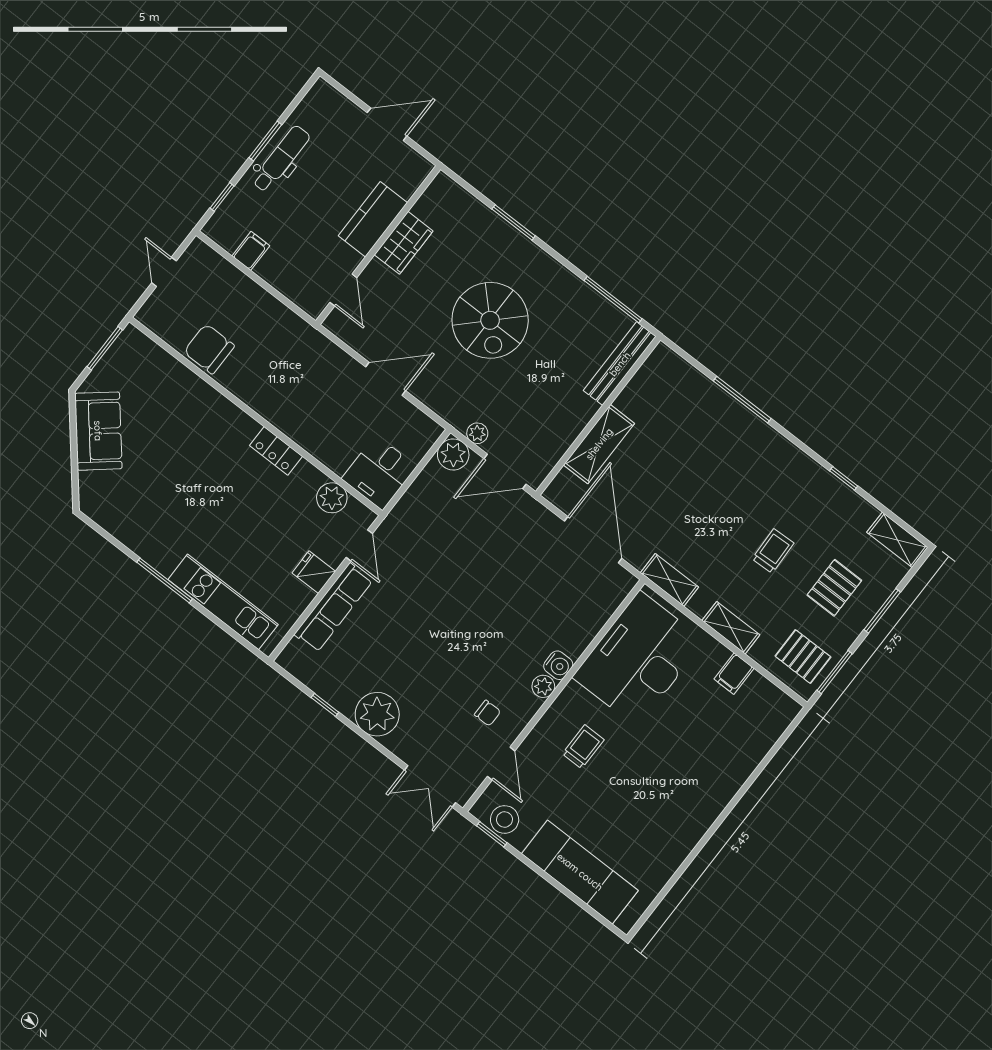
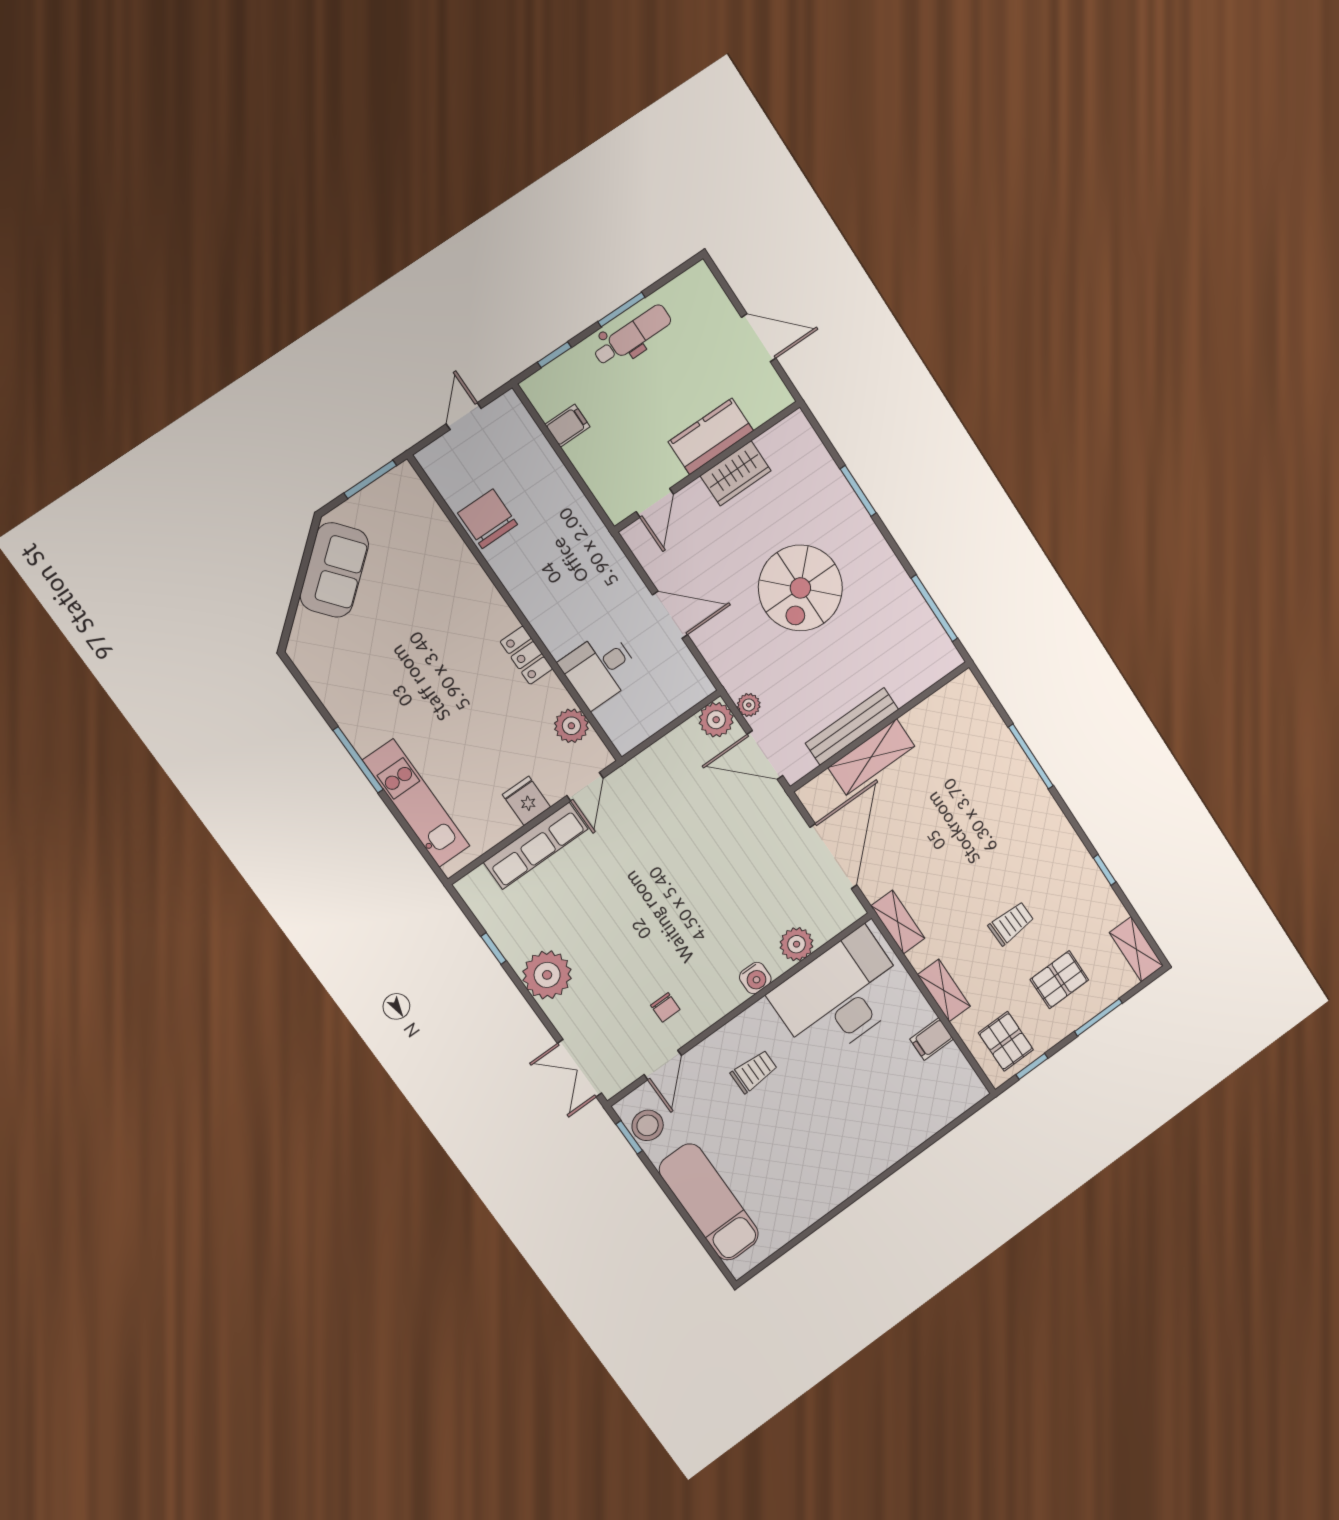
bench: (620, 364) -> (852, 726), moved
desk: (379, 473) -> (600, 669), moved
window: (835, 672) -> (1032, 1066), width x0.67
plant: (543, 686) -> (797, 944), moved, width x1.38, depth x1.38

